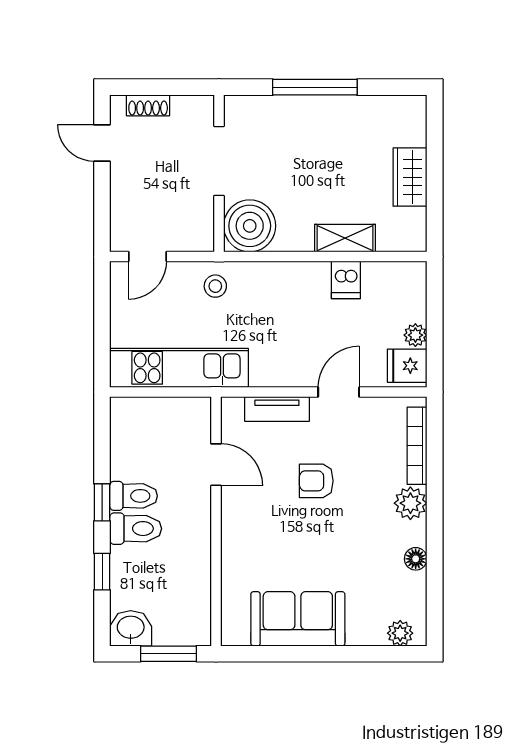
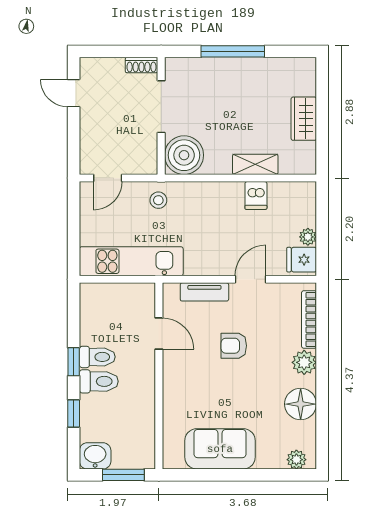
shoe rack: (148, 105) -> (141, 65), moved
floor lamp: (416, 559) -> (301, 404), width x1.89, depth x1.89

